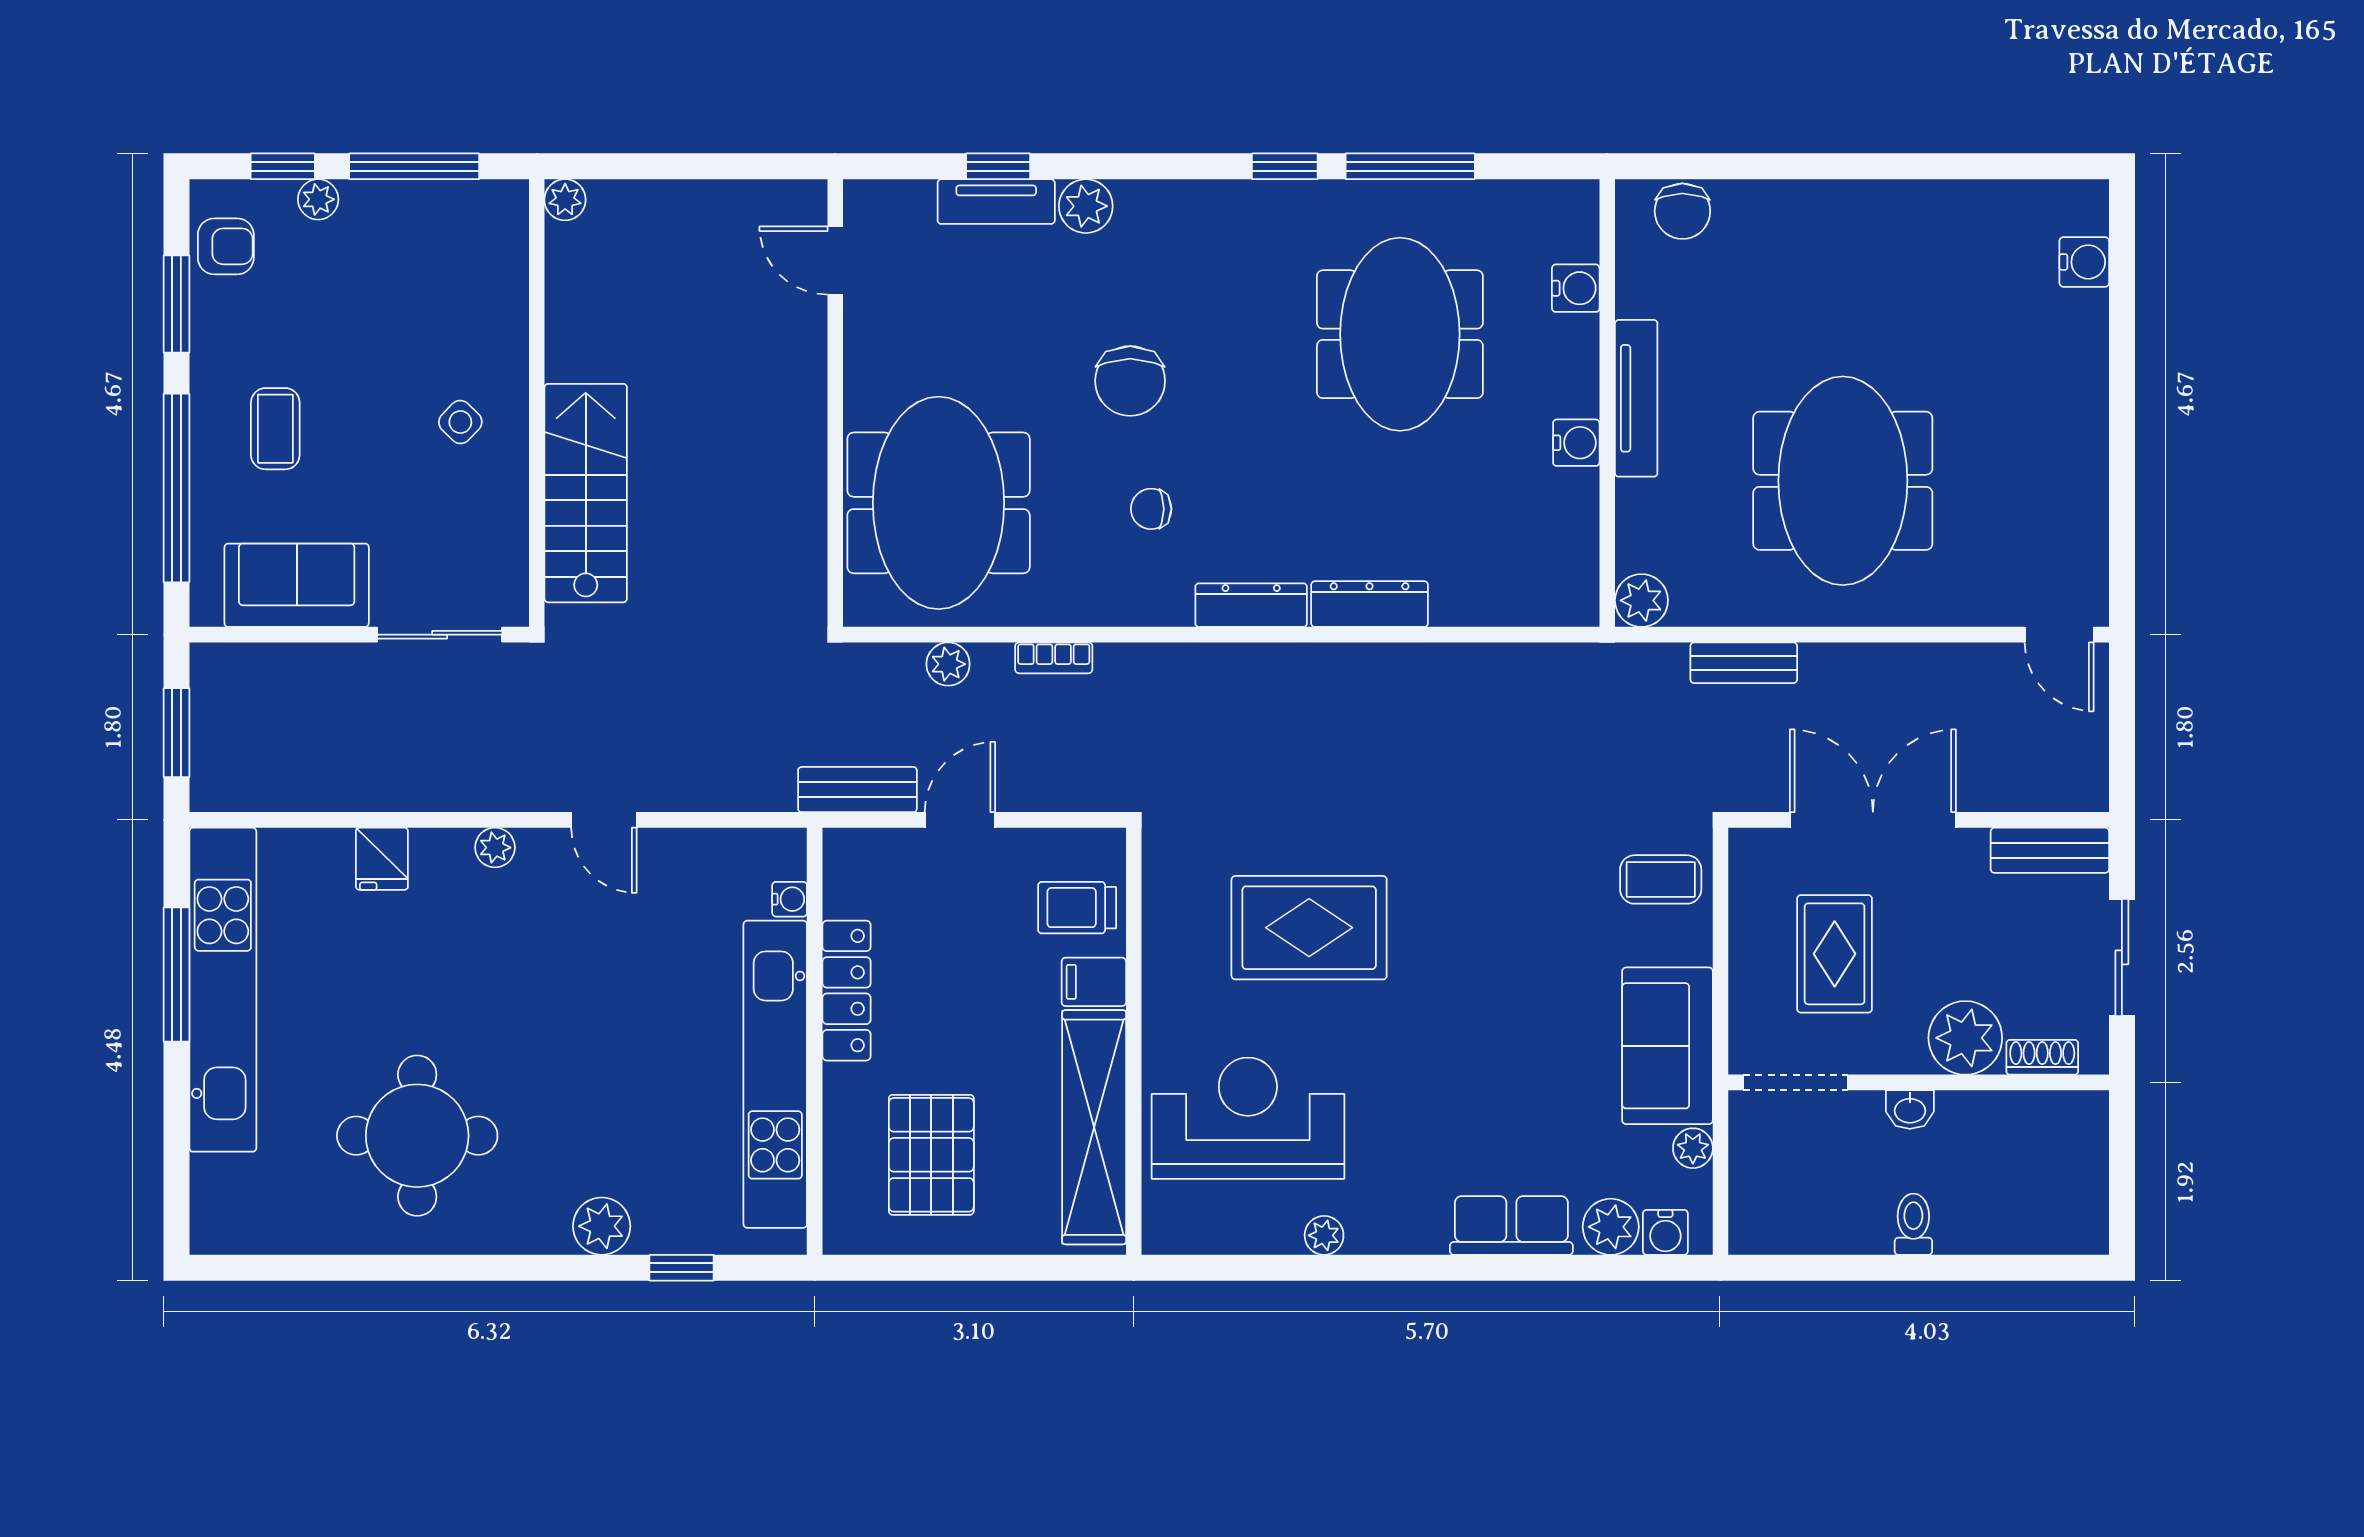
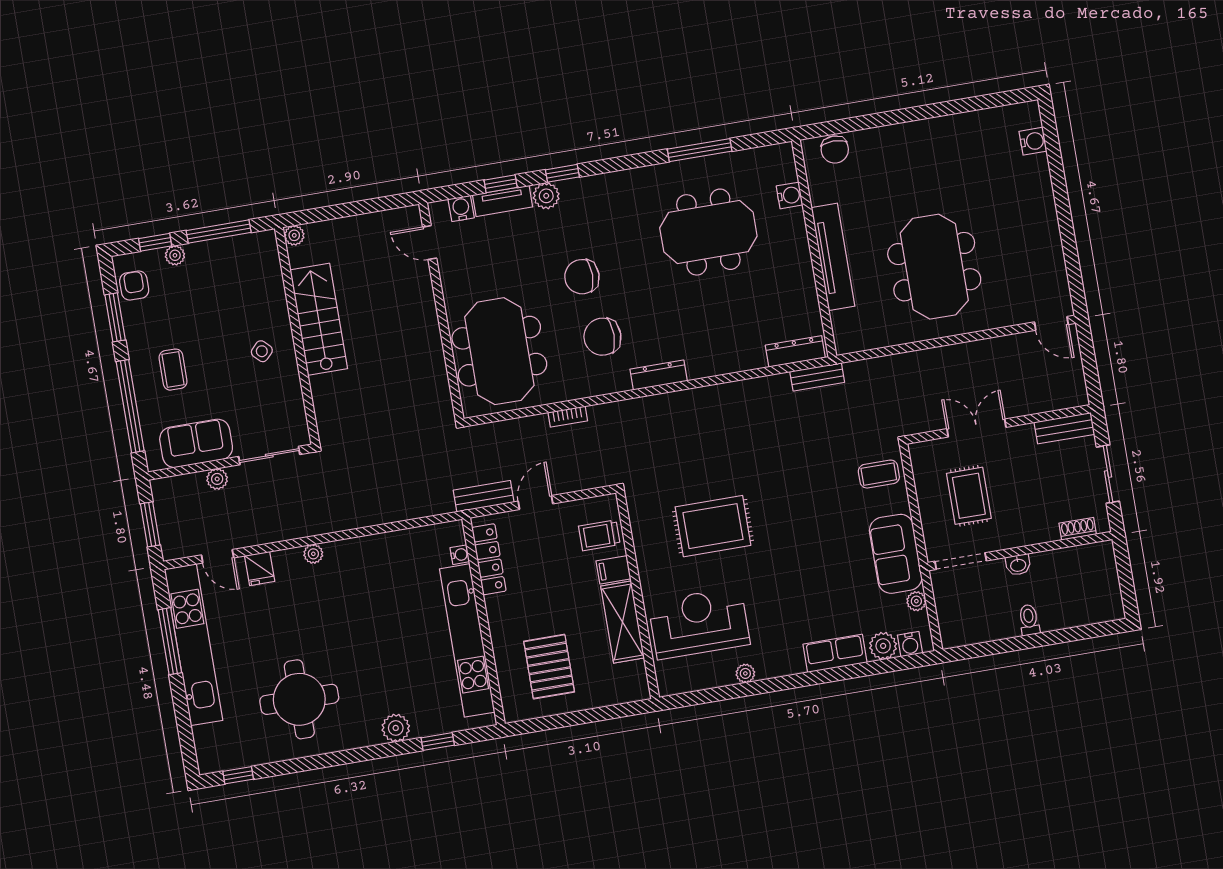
window: (1285, 166) -> (562, 173), moved
armchair: (226, 246) -> (134, 286), turned -90
meeting table: (1400, 334) -> (708, 232), turned 90
chair: (1130, 381) -> (582, 277), turned 90
tv unit: (1636, 398) -> (833, 257), width x1.36, depth x1.29
water cooler: (1576, 443) -> (461, 208), moved, turned -90
stairs: (586, 493) -> (319, 319), moved
chair: (1151, 509) -> (602, 337), width x1.87, depth x1.87
plant: (1641, 600) -> (847, 341), removed
dresser: (1370, 604) -> (795, 351), moved
bench: (1744, 663) -> (817, 377), moved
plant: (948, 664) -> (217, 479), moved
door: (604, 820) -> (218, 556), moved
double door: (1873, 820) -> (976, 428), width x0.73
locker: (847, 991) -> (489, 559), moved
plant: (1965, 1038) -> (1039, 526), removed
shelving: (1094, 1127) -> (622, 622), width x0.68
window: (268, 1268) -> (238, 775), added

